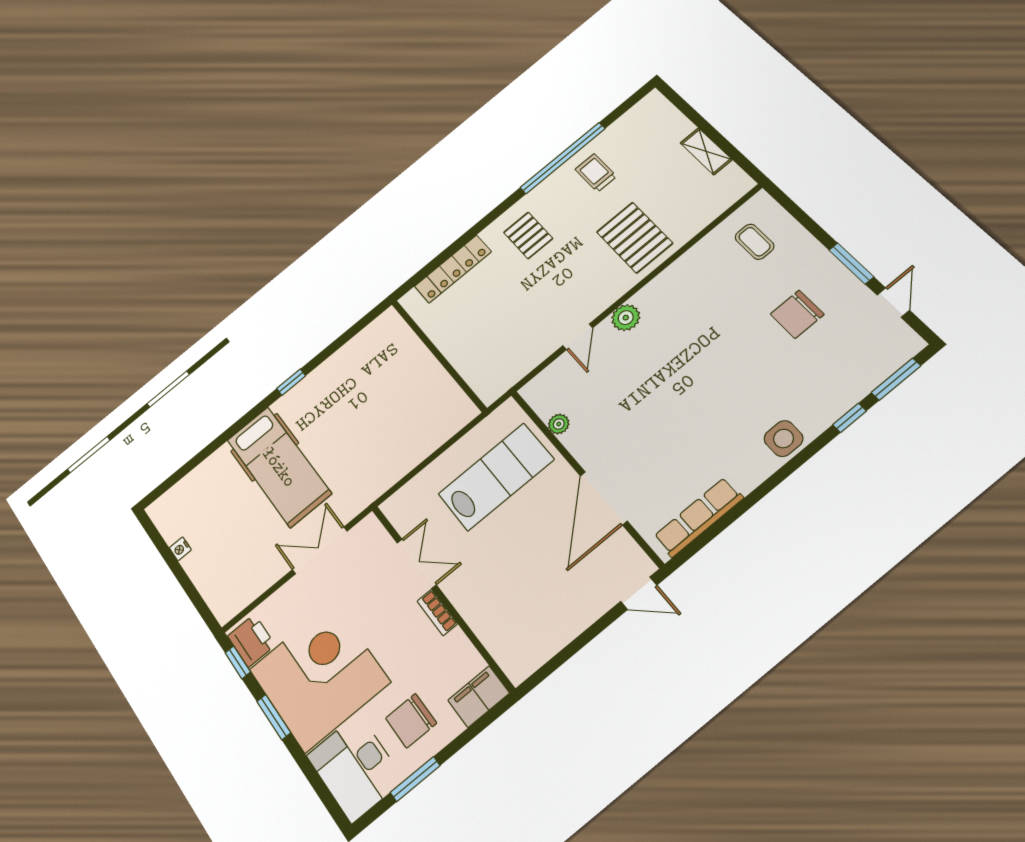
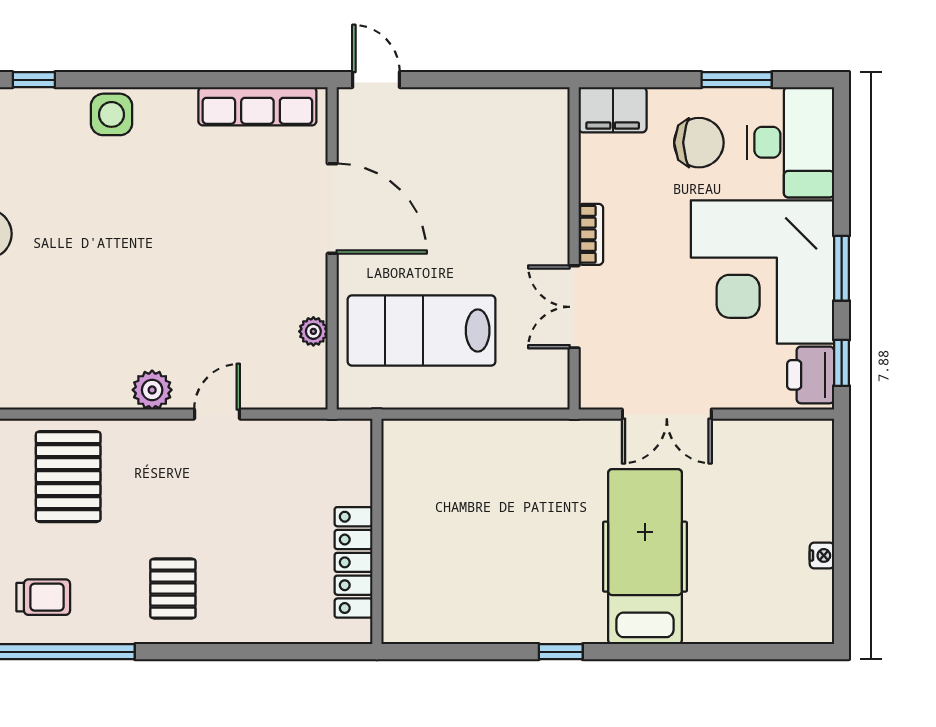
trolley: (596, 173) -> (43, 597), turned -90
locker: (453, 269) -> (353, 562), moved, turned -90
door: (604, 498) -> (332, 209), hinge flipped

